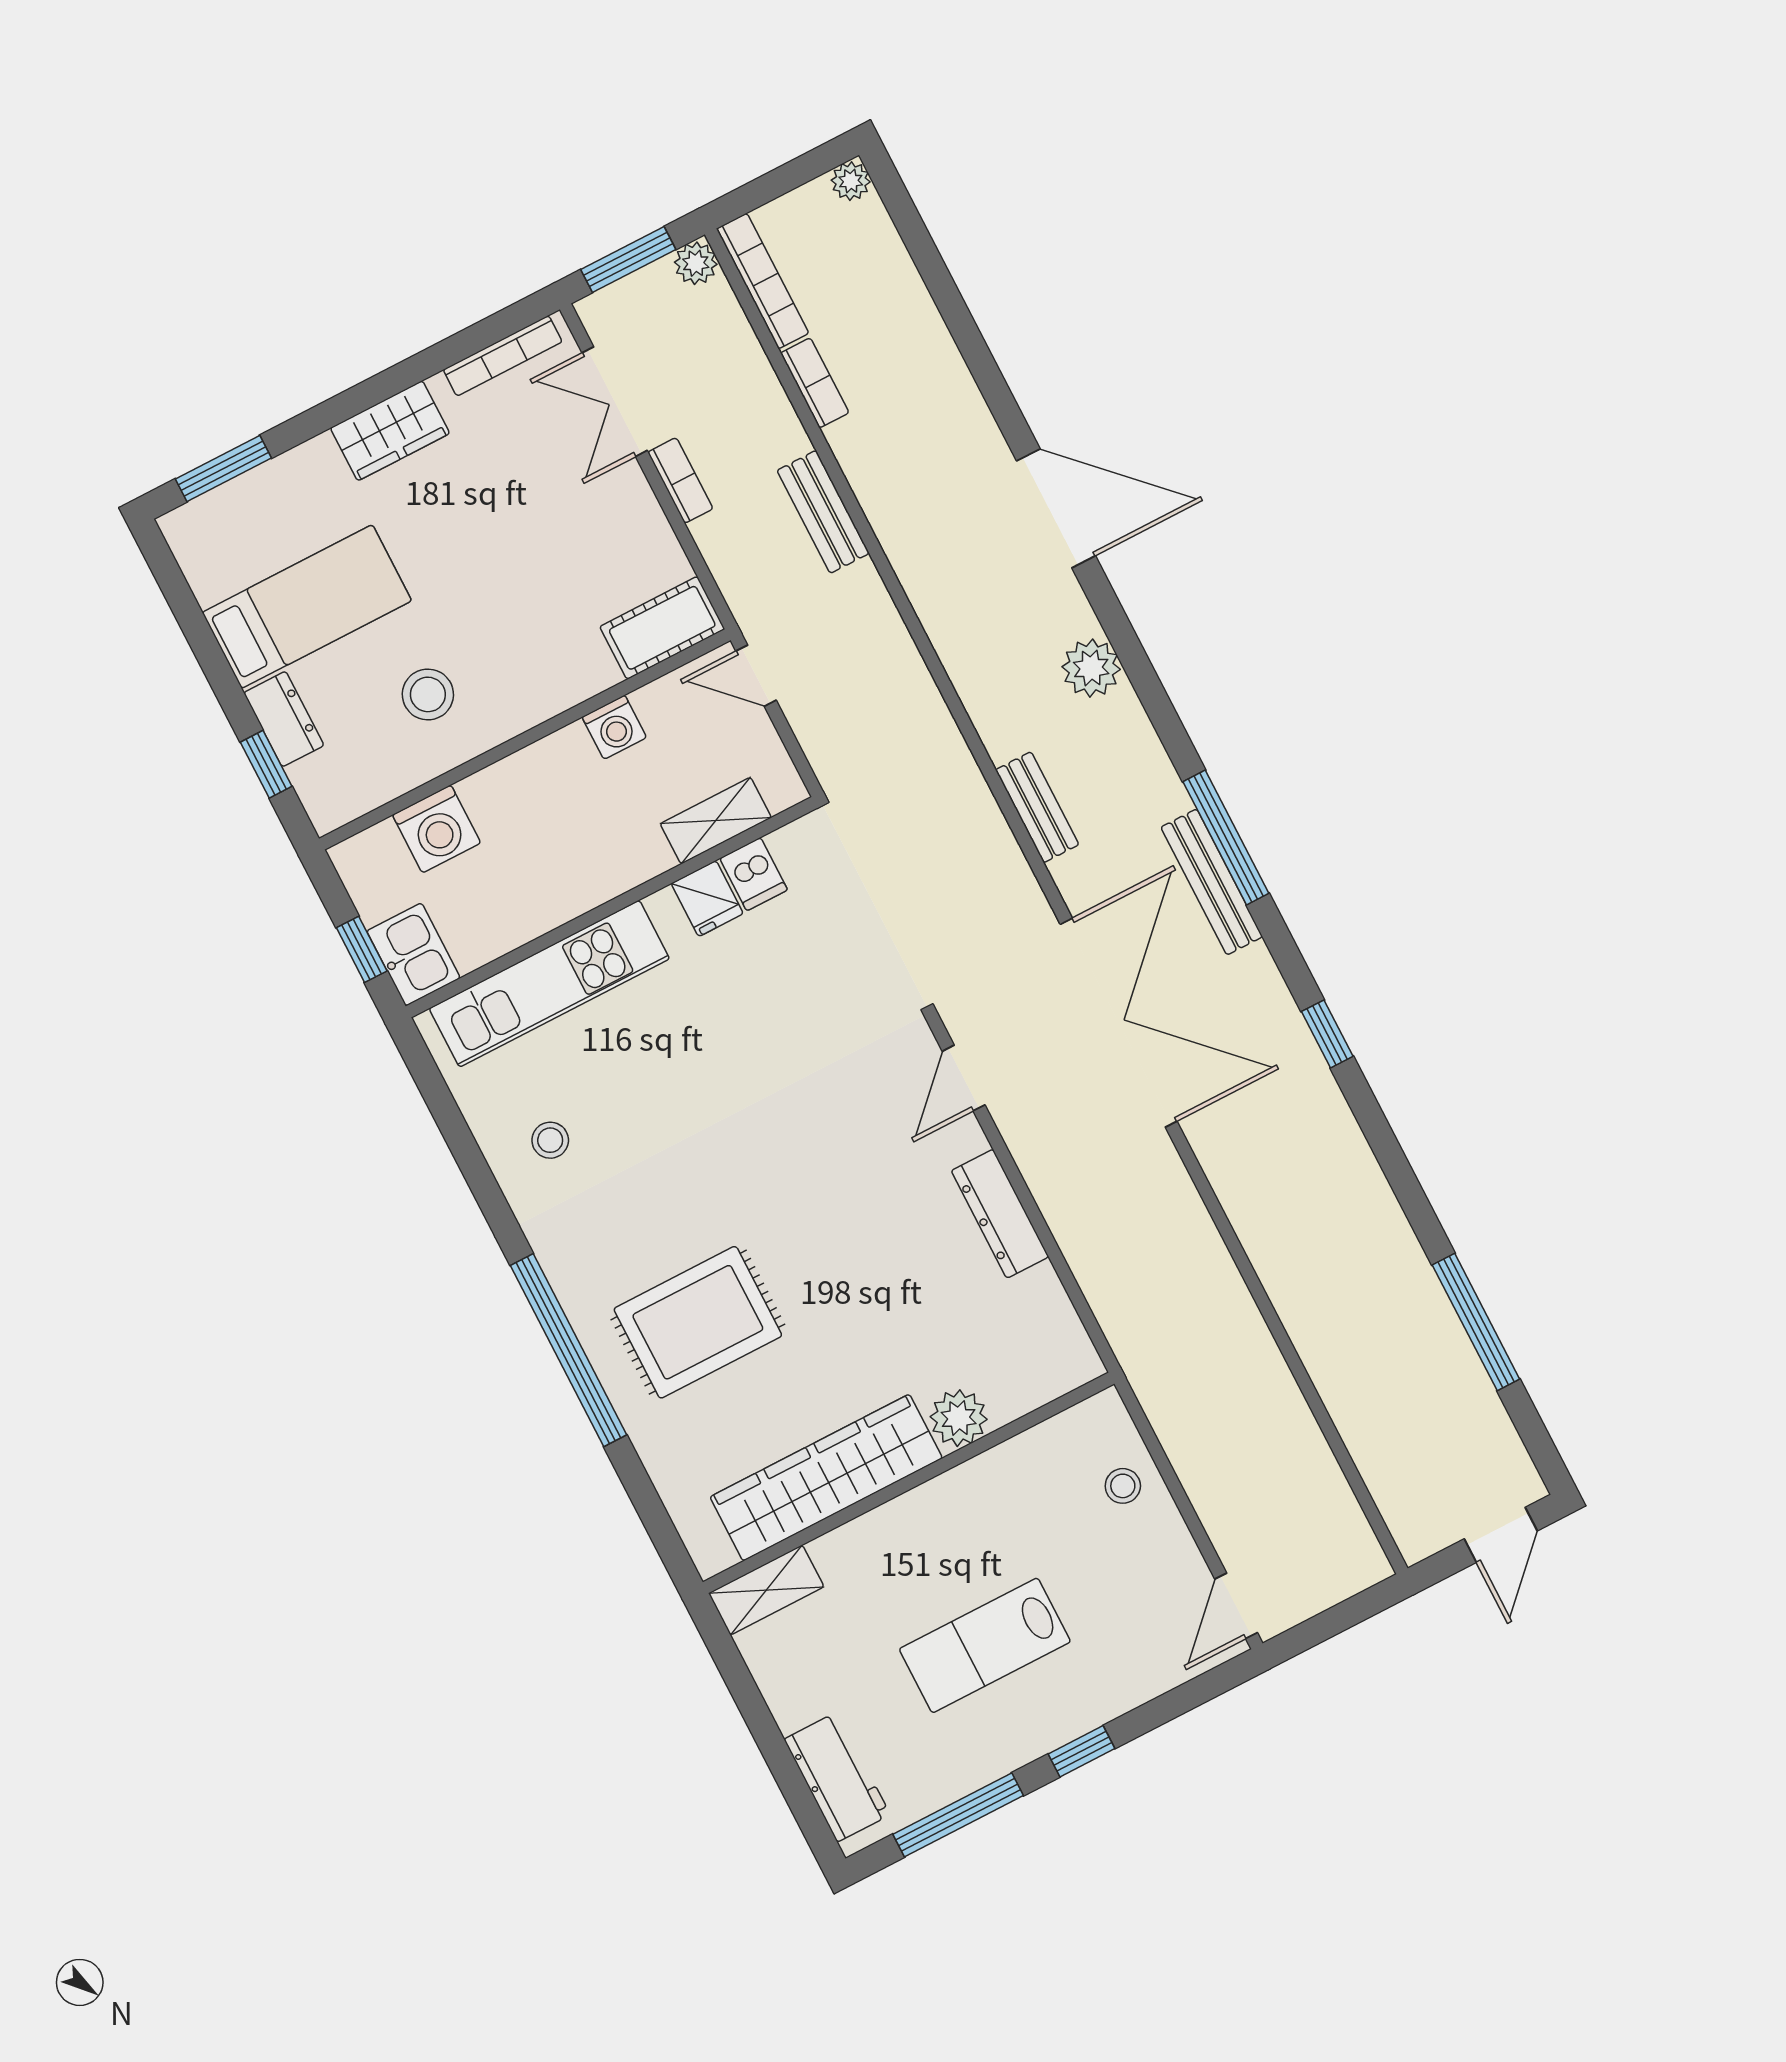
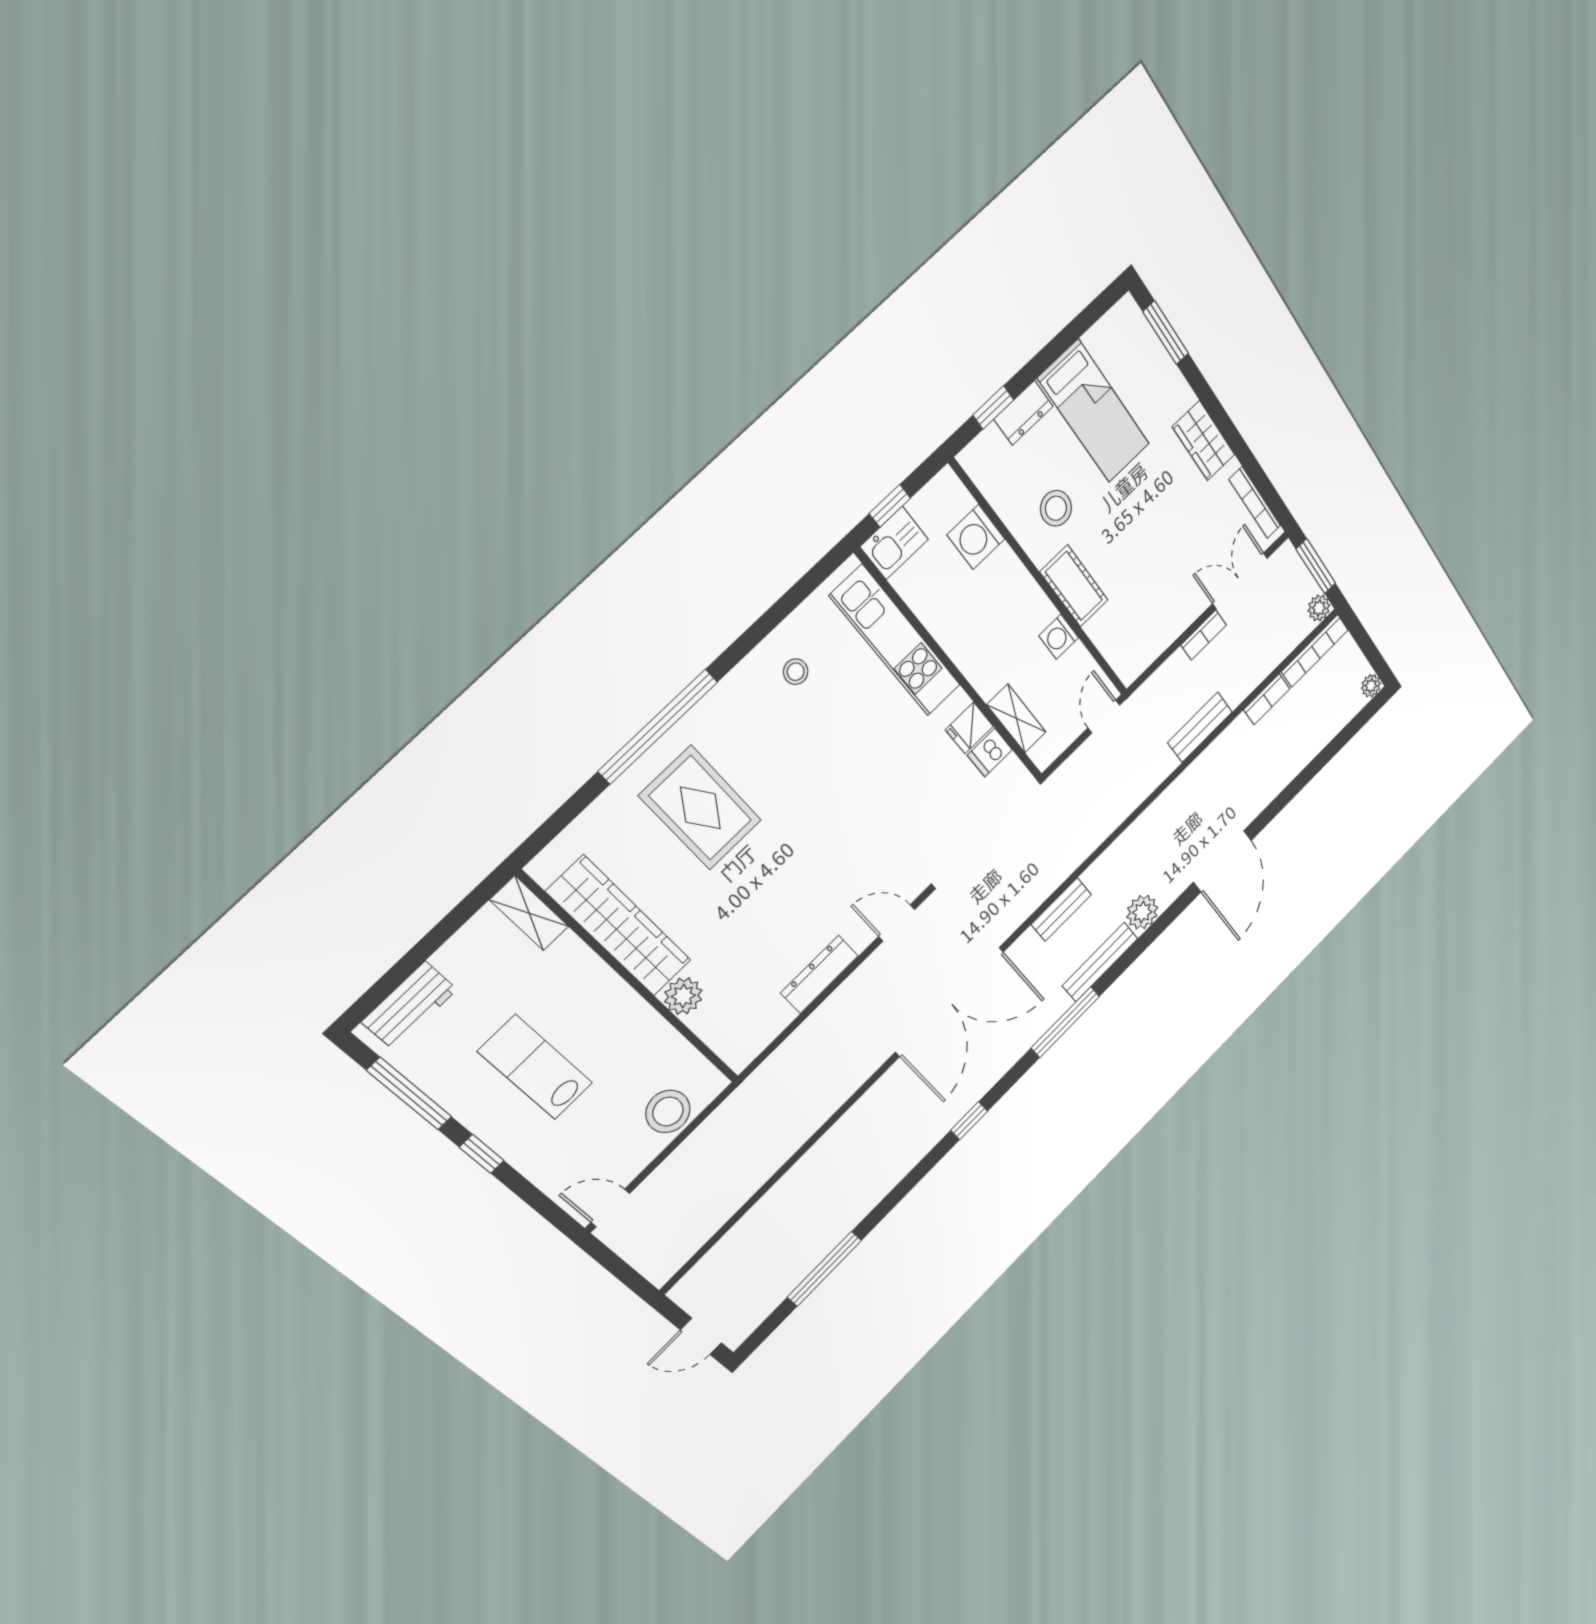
cot: (662, 628) -> (1074, 586), moved
bench: (1212, 882) -> (1100, 962), moved
stool: (1123, 1486) -> (668, 1112), width x1.89, depth x1.89

